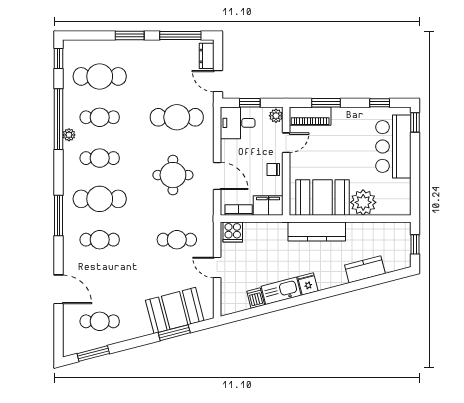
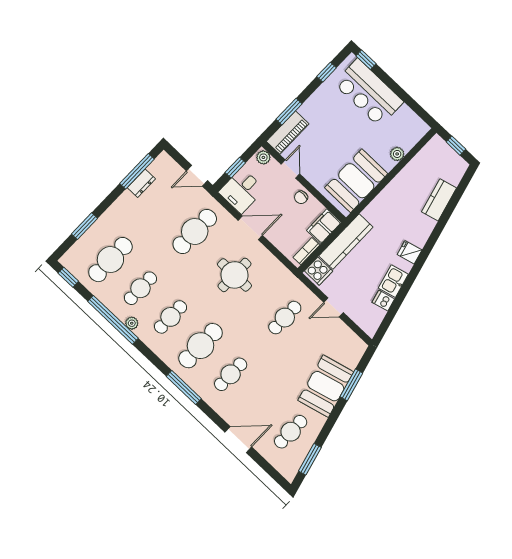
window: (130, 35) -> (84, 226), moved
dresser: (207, 56) -> (141, 183), moved, turned -90
door: (217, 176) -> (250, 228), moved
plant: (363, 202) -> (397, 154), width x0.53, depth x0.53
kitchen counter: (317, 231) -> (346, 241), moved
kitchen sink: (281, 291) -> (393, 281), width x0.73
booth: (175, 310) -> (326, 386), moved

